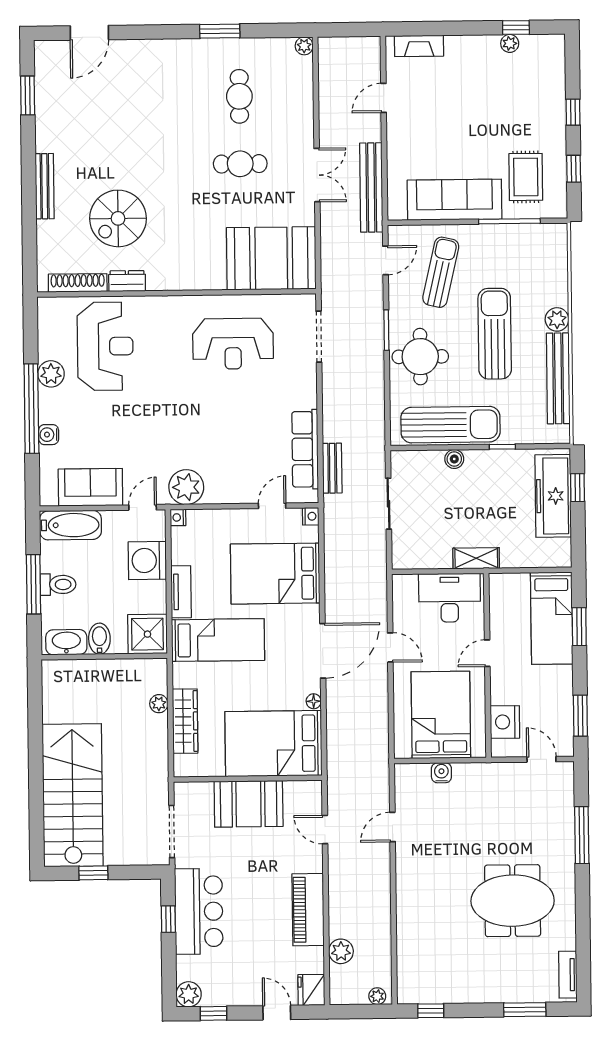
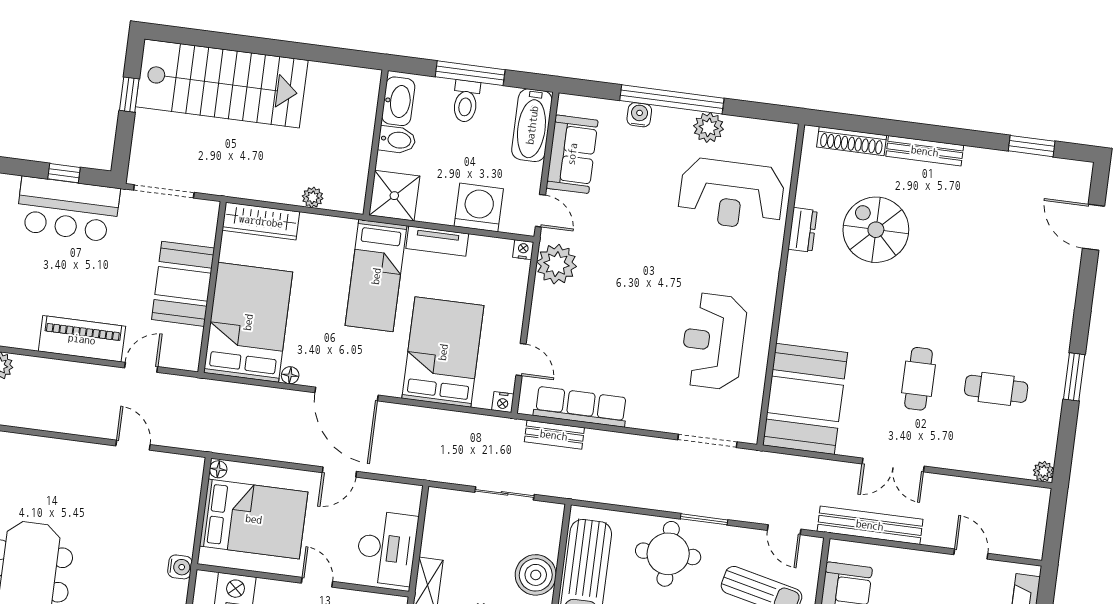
shoe rack: (78, 283) -> (852, 141), moved, turned 90
boiler: (454, 459) -> (536, 575), width x1.86, depth x1.86
wardrobe: (185, 721) -> (261, 221), moved
floor lamp: (403, 751) -> (218, 469), added
water cooler: (441, 773) -> (180, 567), moved
piano: (308, 910) -> (82, 339), moved

